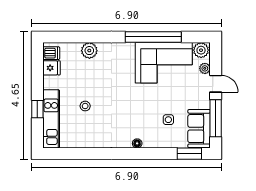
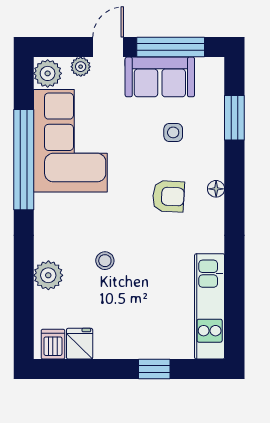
stool: (85, 106) -> (105, 261), moved
armchair: (133, 117) -> (168, 196), added
kitchen unit: (51, 119) -> (210, 306), moved, turned -90
sofa: (199, 129) -> (160, 77), moved
window: (189, 154) -> (234, 118), moved

